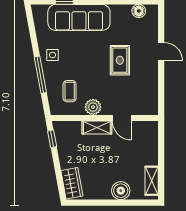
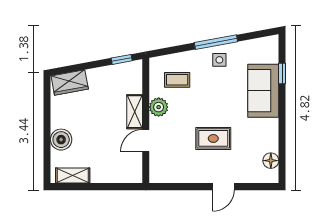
sofa: (79, 17) -> (263, 91), width x0.73
window: (40, 75) -> (216, 42), moved

